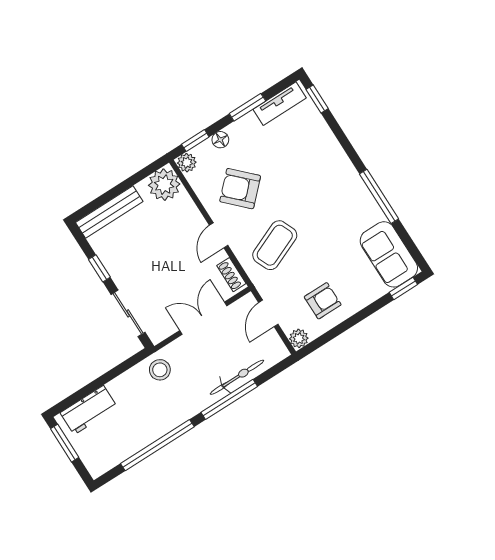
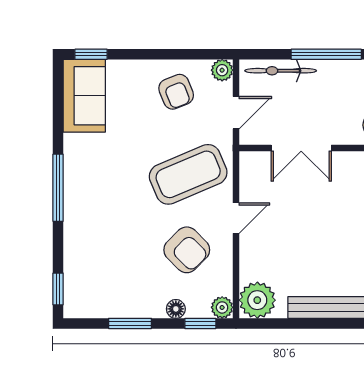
tv unit: (280, 104) -> (97, 307), removed
window: (379, 196) -> (58, 188), moved
coffee table: (275, 245) -> (188, 174), width x1.36, depth x1.32
shoe rack: (231, 275) -> (248, 173), removed
armchair: (323, 301) -> (176, 92), turned -112
bicycle: (237, 377) -> (281, 71), moved

